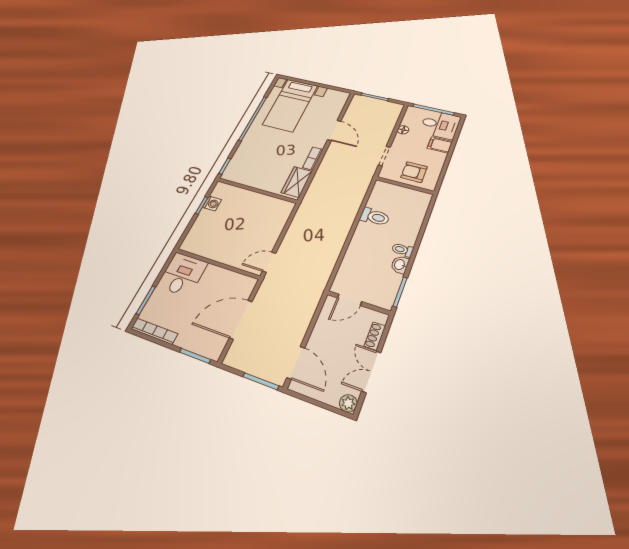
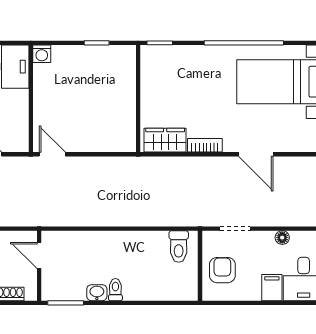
door: (334, 130) -> (256, 154), hinge flipped
washing machine: (212, 204) -> (42, 54), moved
toilet: (375, 217) -> (179, 246), moved

